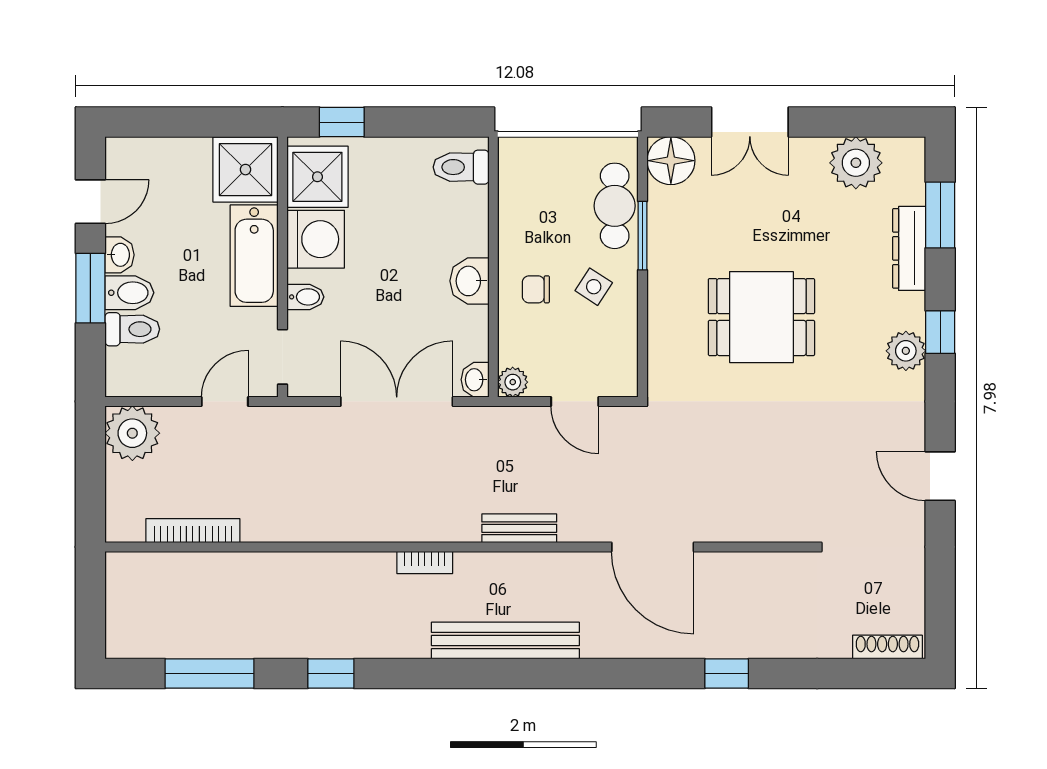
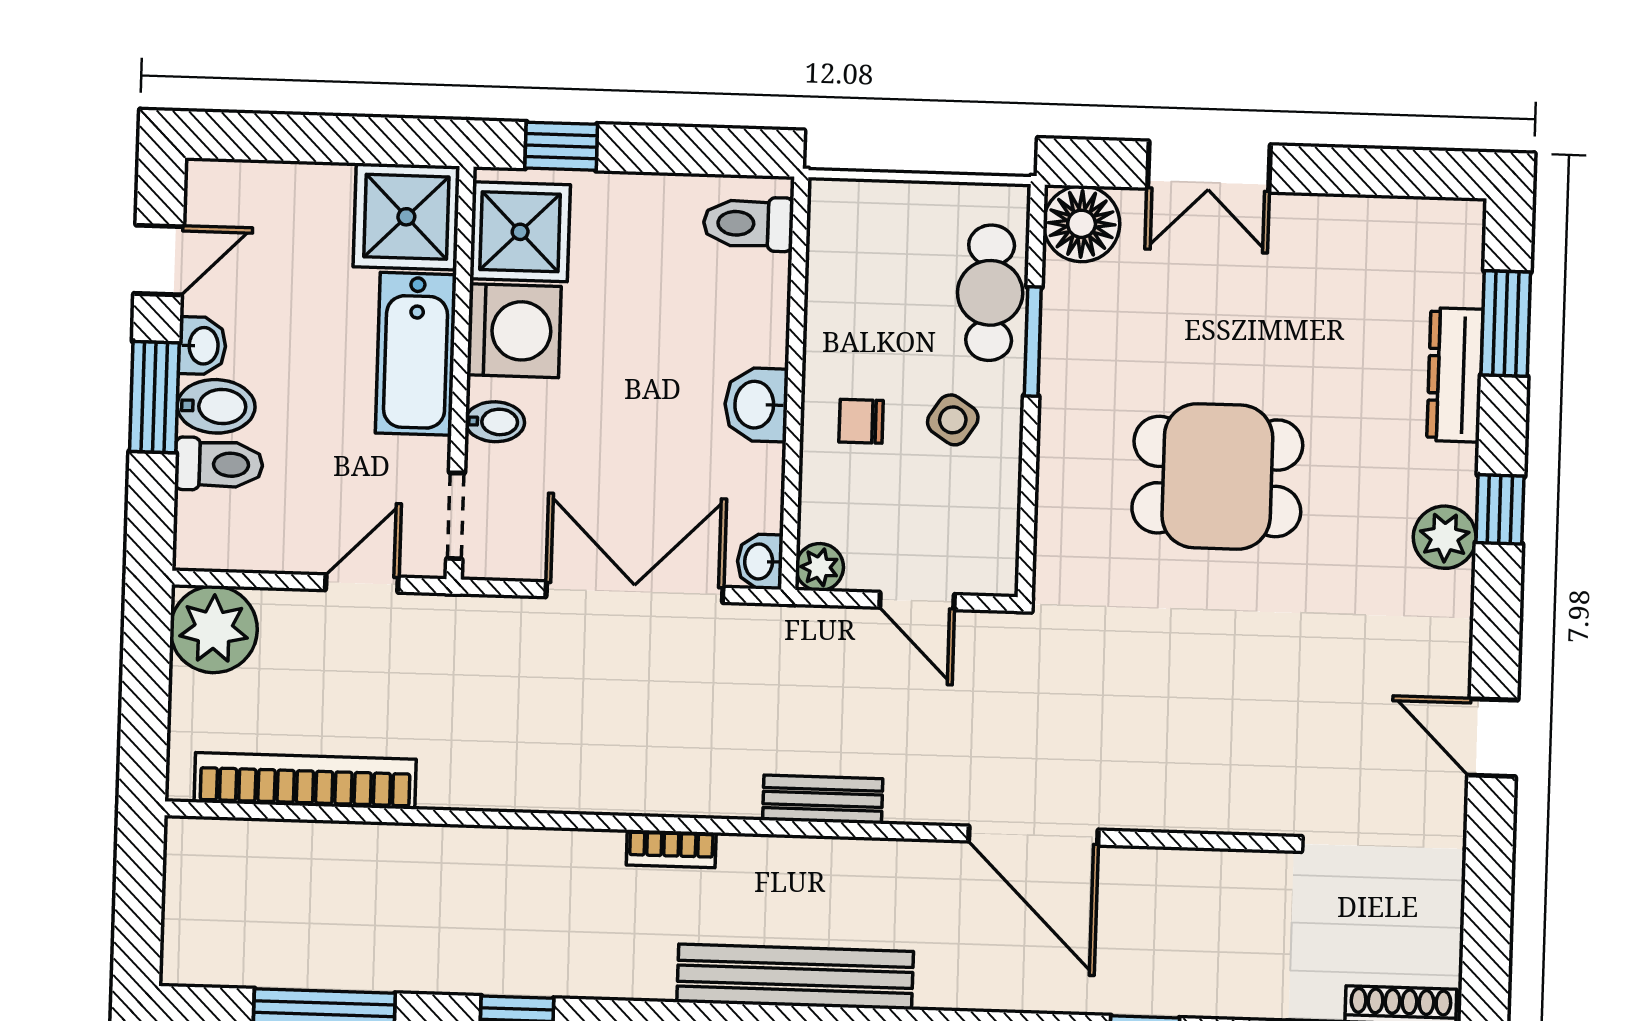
plant: (856, 163) -> (1375, 236), removed
bookcase: (193, 531) -> (305, 781), width x1.48, depth x1.31

